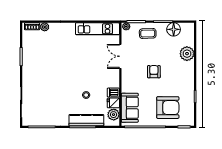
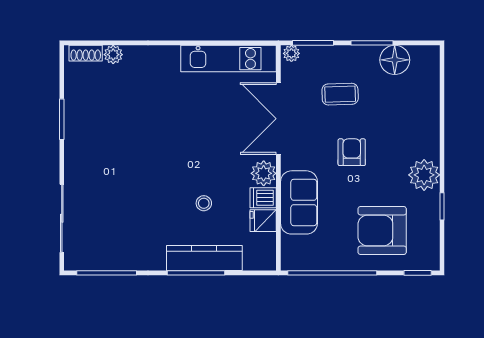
coffee table: (148, 33) -> (340, 94), moved
plant: (187, 54) -> (424, 175), moved
double door: (120, 56) -> (278, 119), width x1.37
sofa: (130, 108) -> (299, 202), moved
armchair: (168, 108) -> (382, 231), turned 180
plant: (114, 115) -> (264, 173), moved

